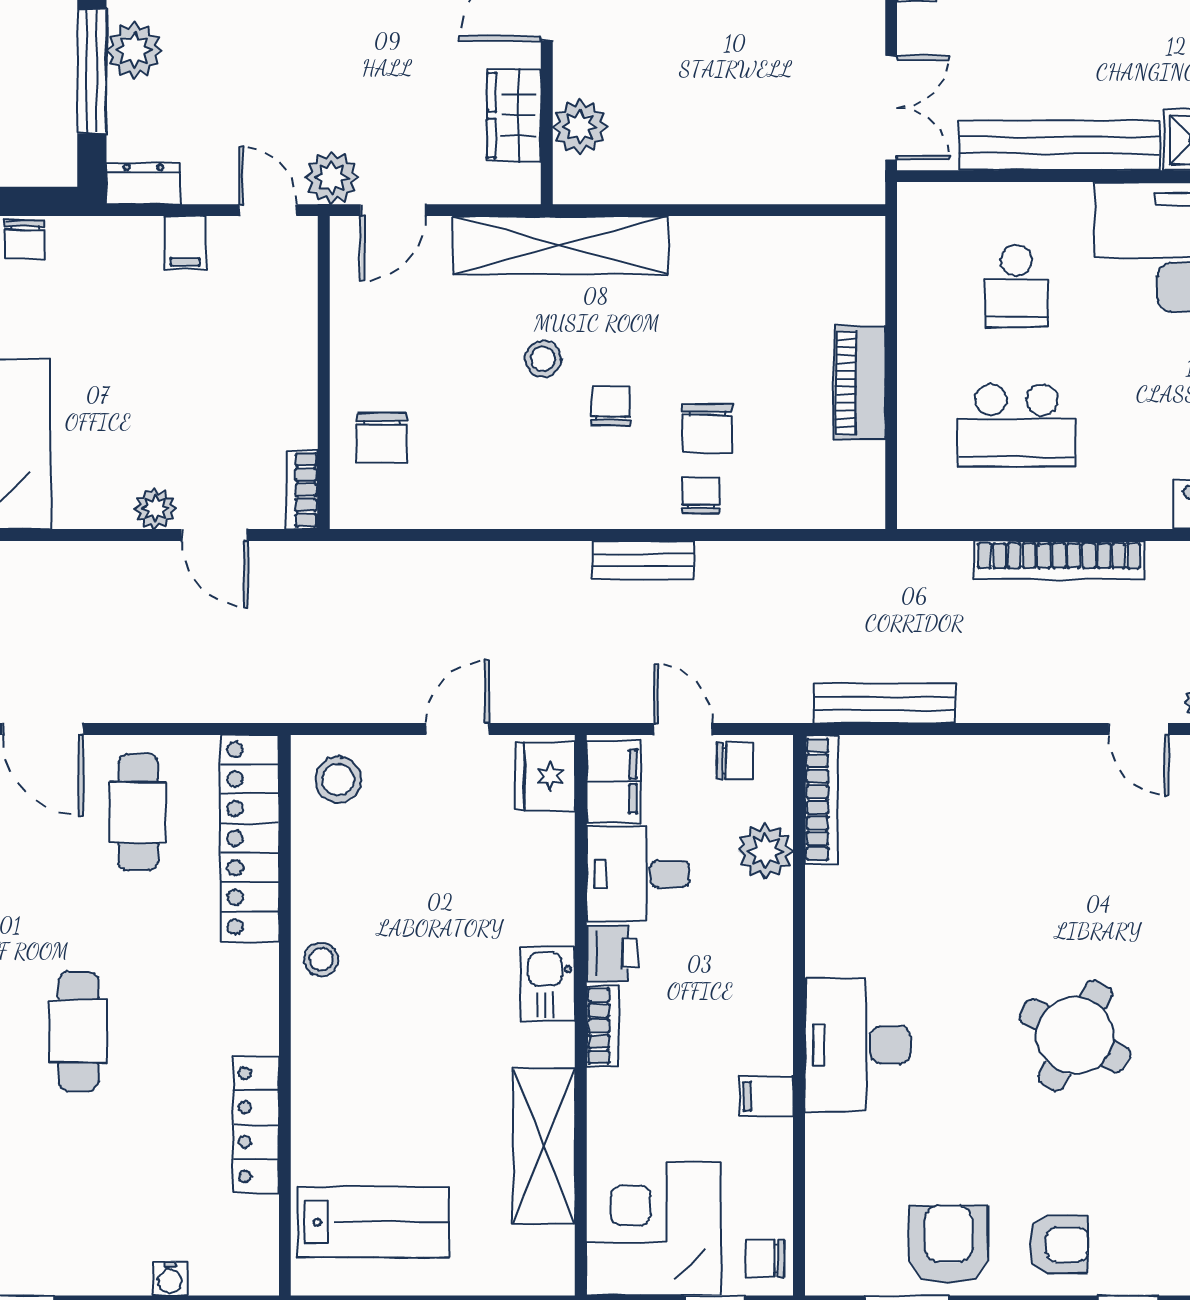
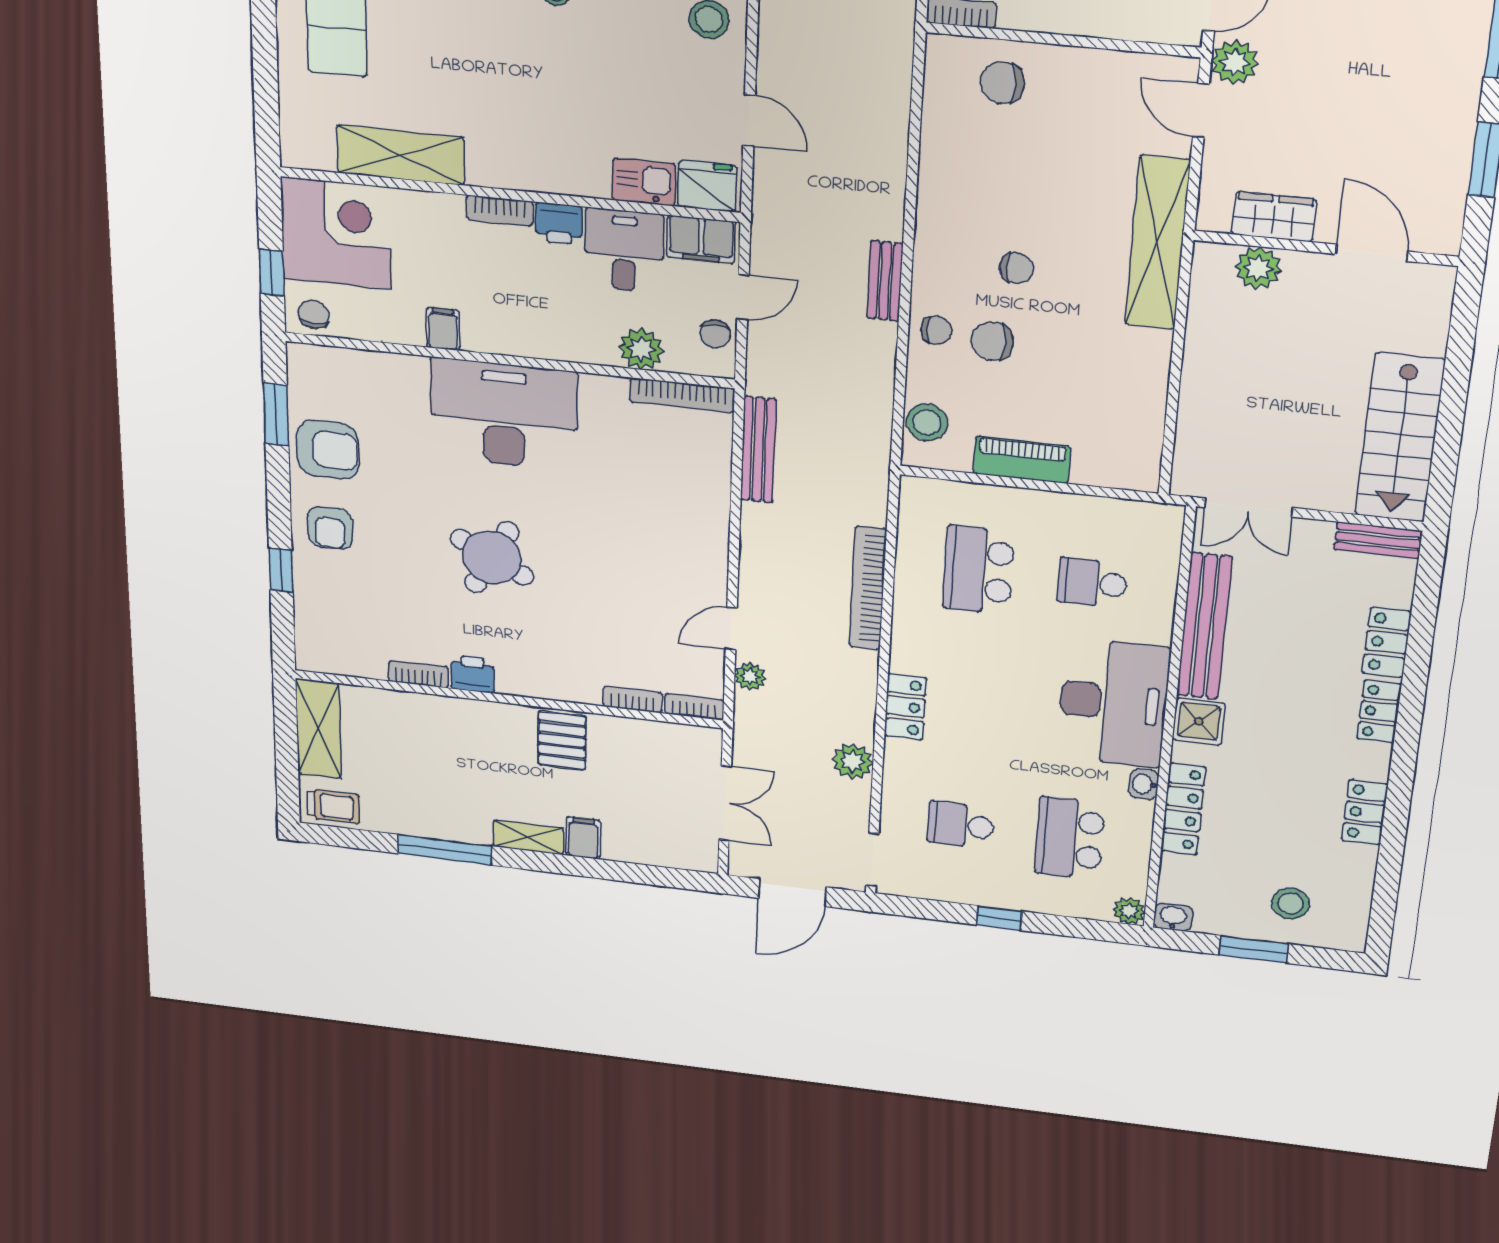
stool: (543, 359) -> (927, 422), moved, width x1.37, depth x1.37
kitchen sink: (548, 984) -> (644, 182), moved
desk: (858, 1045) -> (504, 415), width x1.36, depth x1.30

